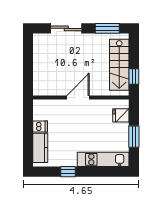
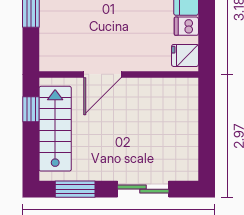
door: (78, 97) -> (102, 74), moved
fridge: (121, 115) -> (185, 55), moved, turned 180

